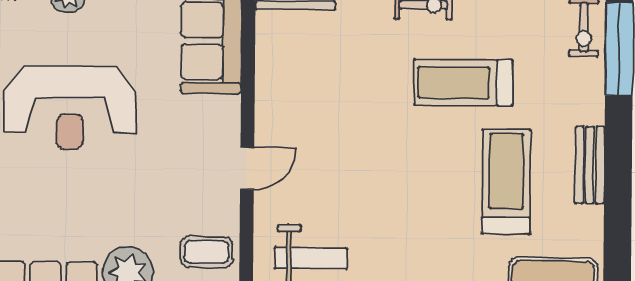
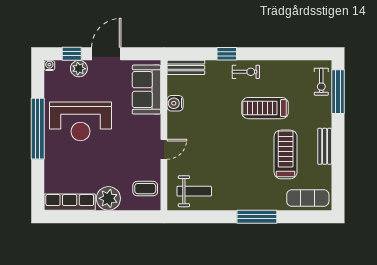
water cooler: (272, 71) -> (175, 103), added

